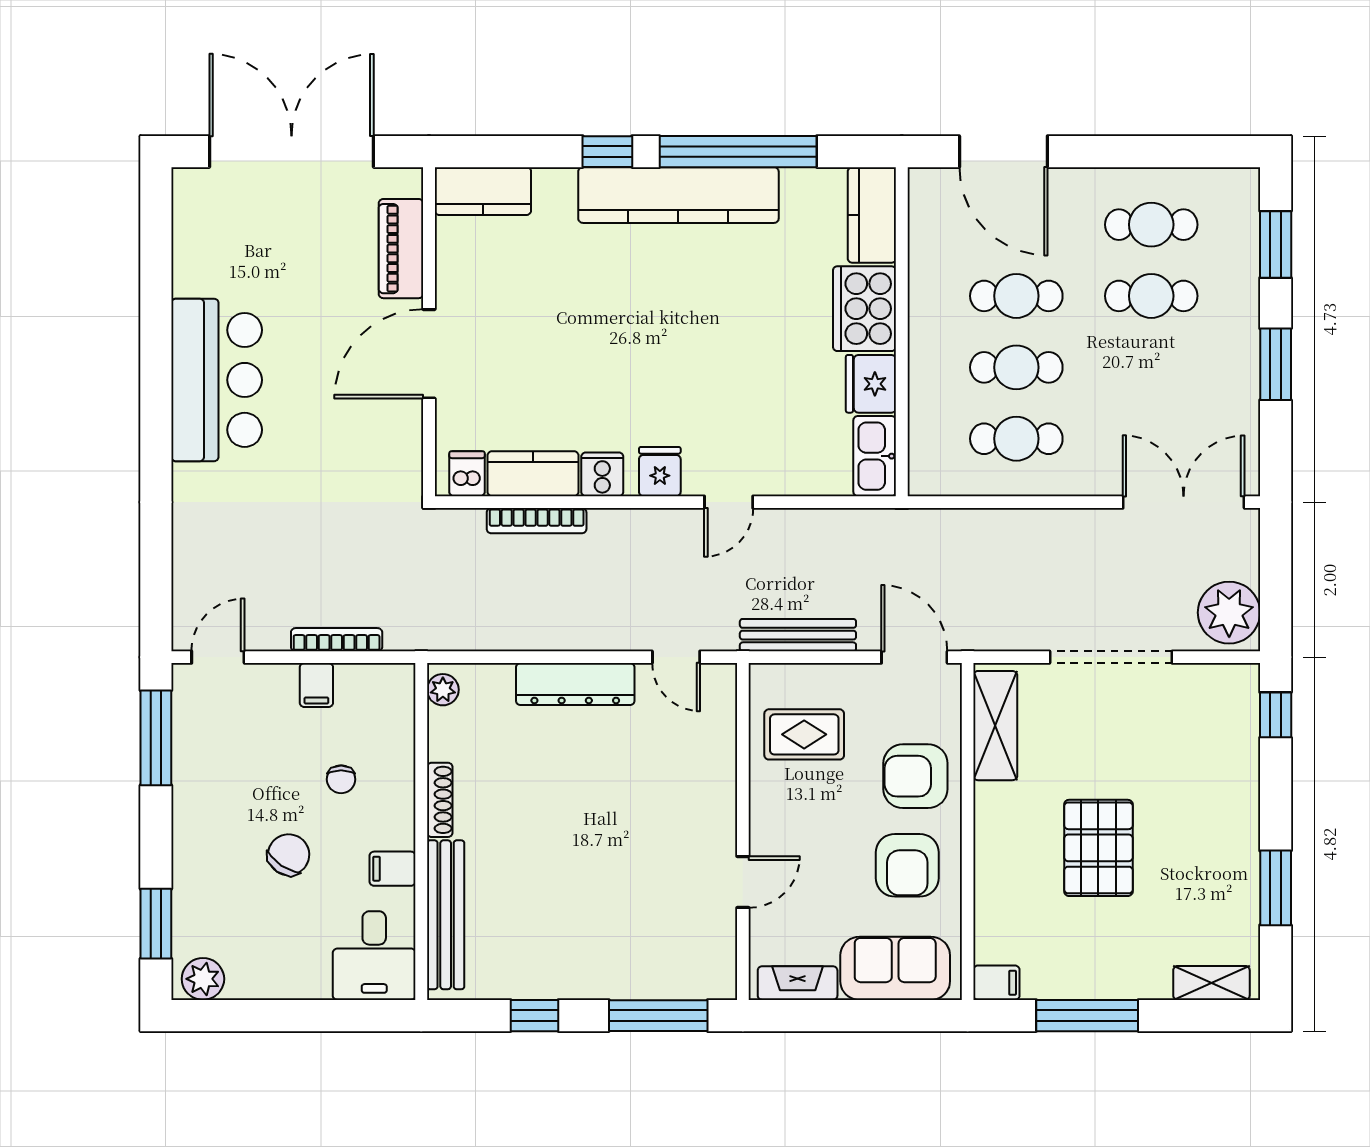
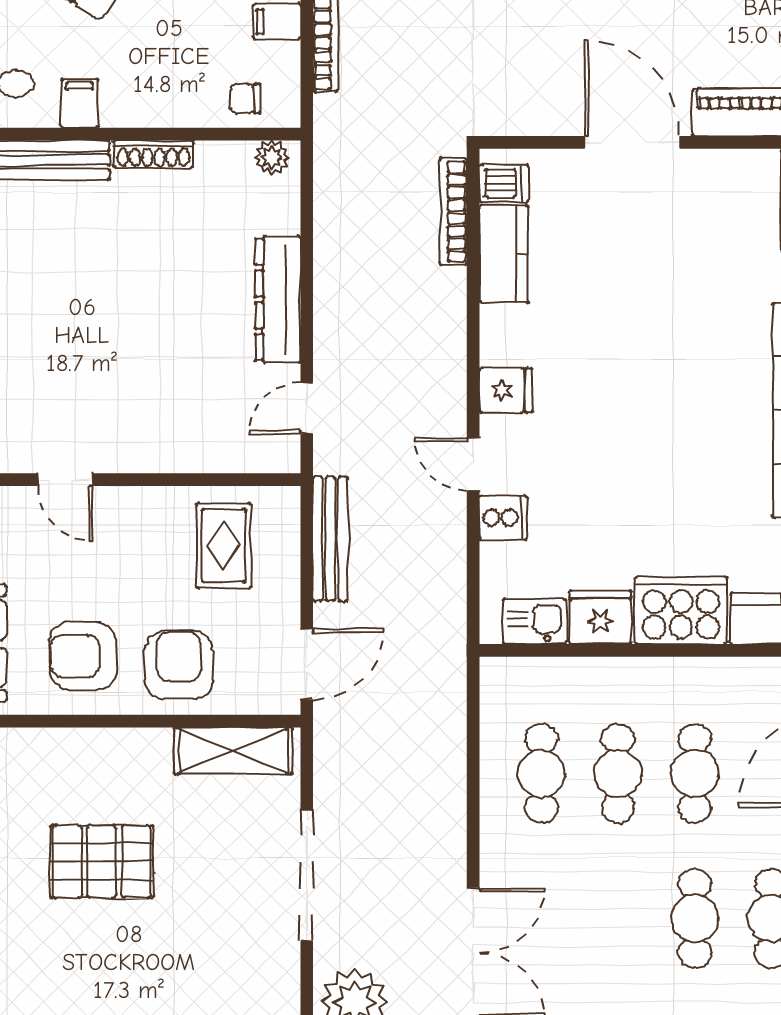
kitchen sink: (875, 456) -> (534, 621), width x0.73
cooker: (602, 474) -> (503, 518), moved
bookcase: (537, 521) -> (453, 212), moved
chair: (341, 779) -> (245, 99), moved

